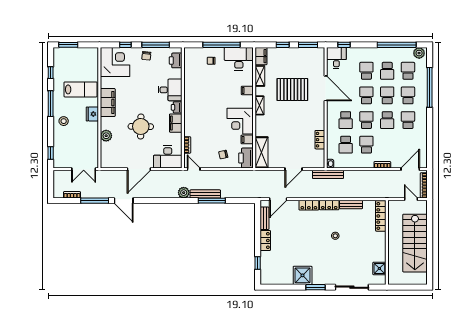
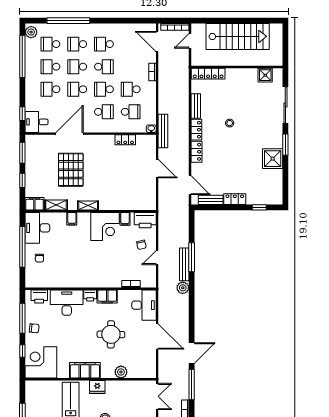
school desk: (387, 71) -> (50, 67), turned 180
desk: (170, 90) -> (67, 303), width x1.37
shelving: (261, 152) -> (139, 203), removed
door: (194, 169) -> (157, 258), moved

